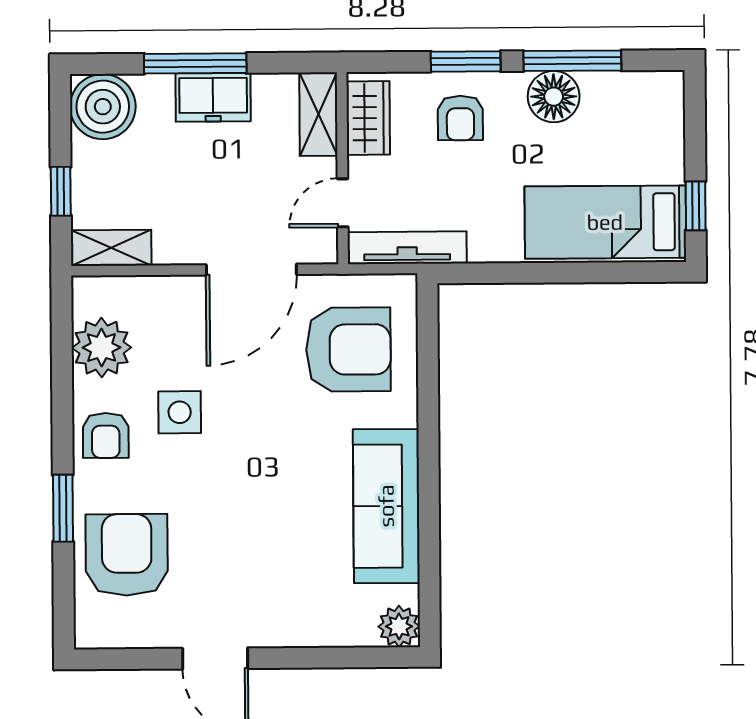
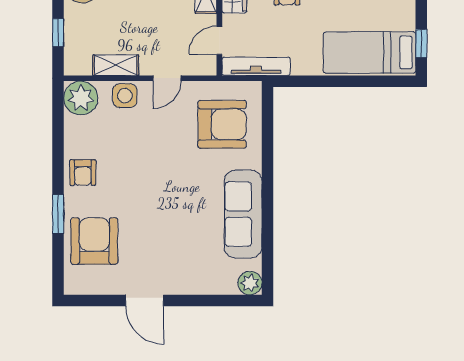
shelving: (111, 248) -> (116, 65), moved
door: (251, 270) -> (167, 78), width x0.53
plant: (102, 348) -> (81, 98), moved
side table: (180, 412) -> (125, 96), moved

